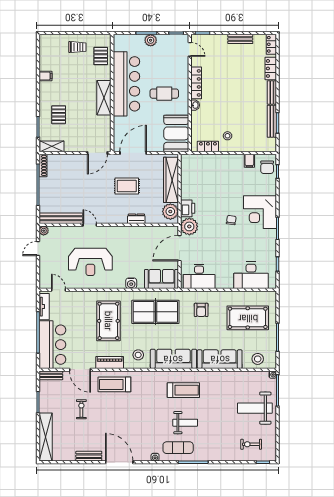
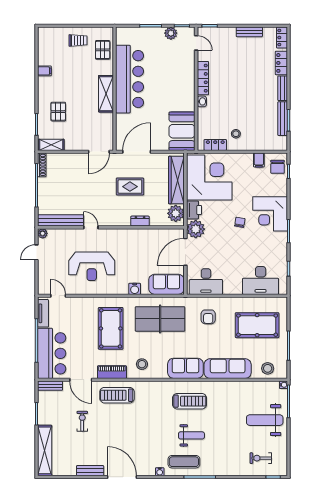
plant: (151, 40) -> (171, 33), moved
cafe table: (164, 94) -> (169, 89), removed
corner desk: (202, 177) -> (209, 177), added
sofa: (173, 359) -> (185, 368), width x0.73

